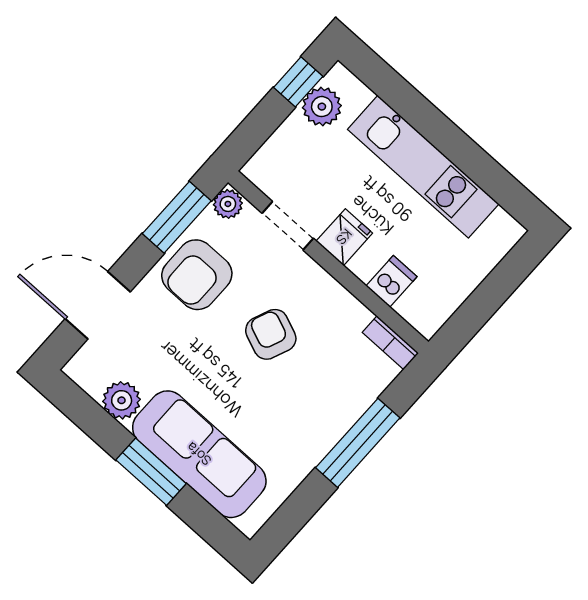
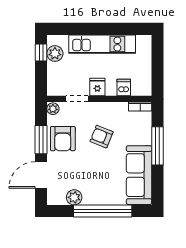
window: (177, 217) -> (41, 140), moved
sofa: (199, 454) -> (139, 175), moved, turned -90
window: (151, 472) -> (103, 211), width x2.11

